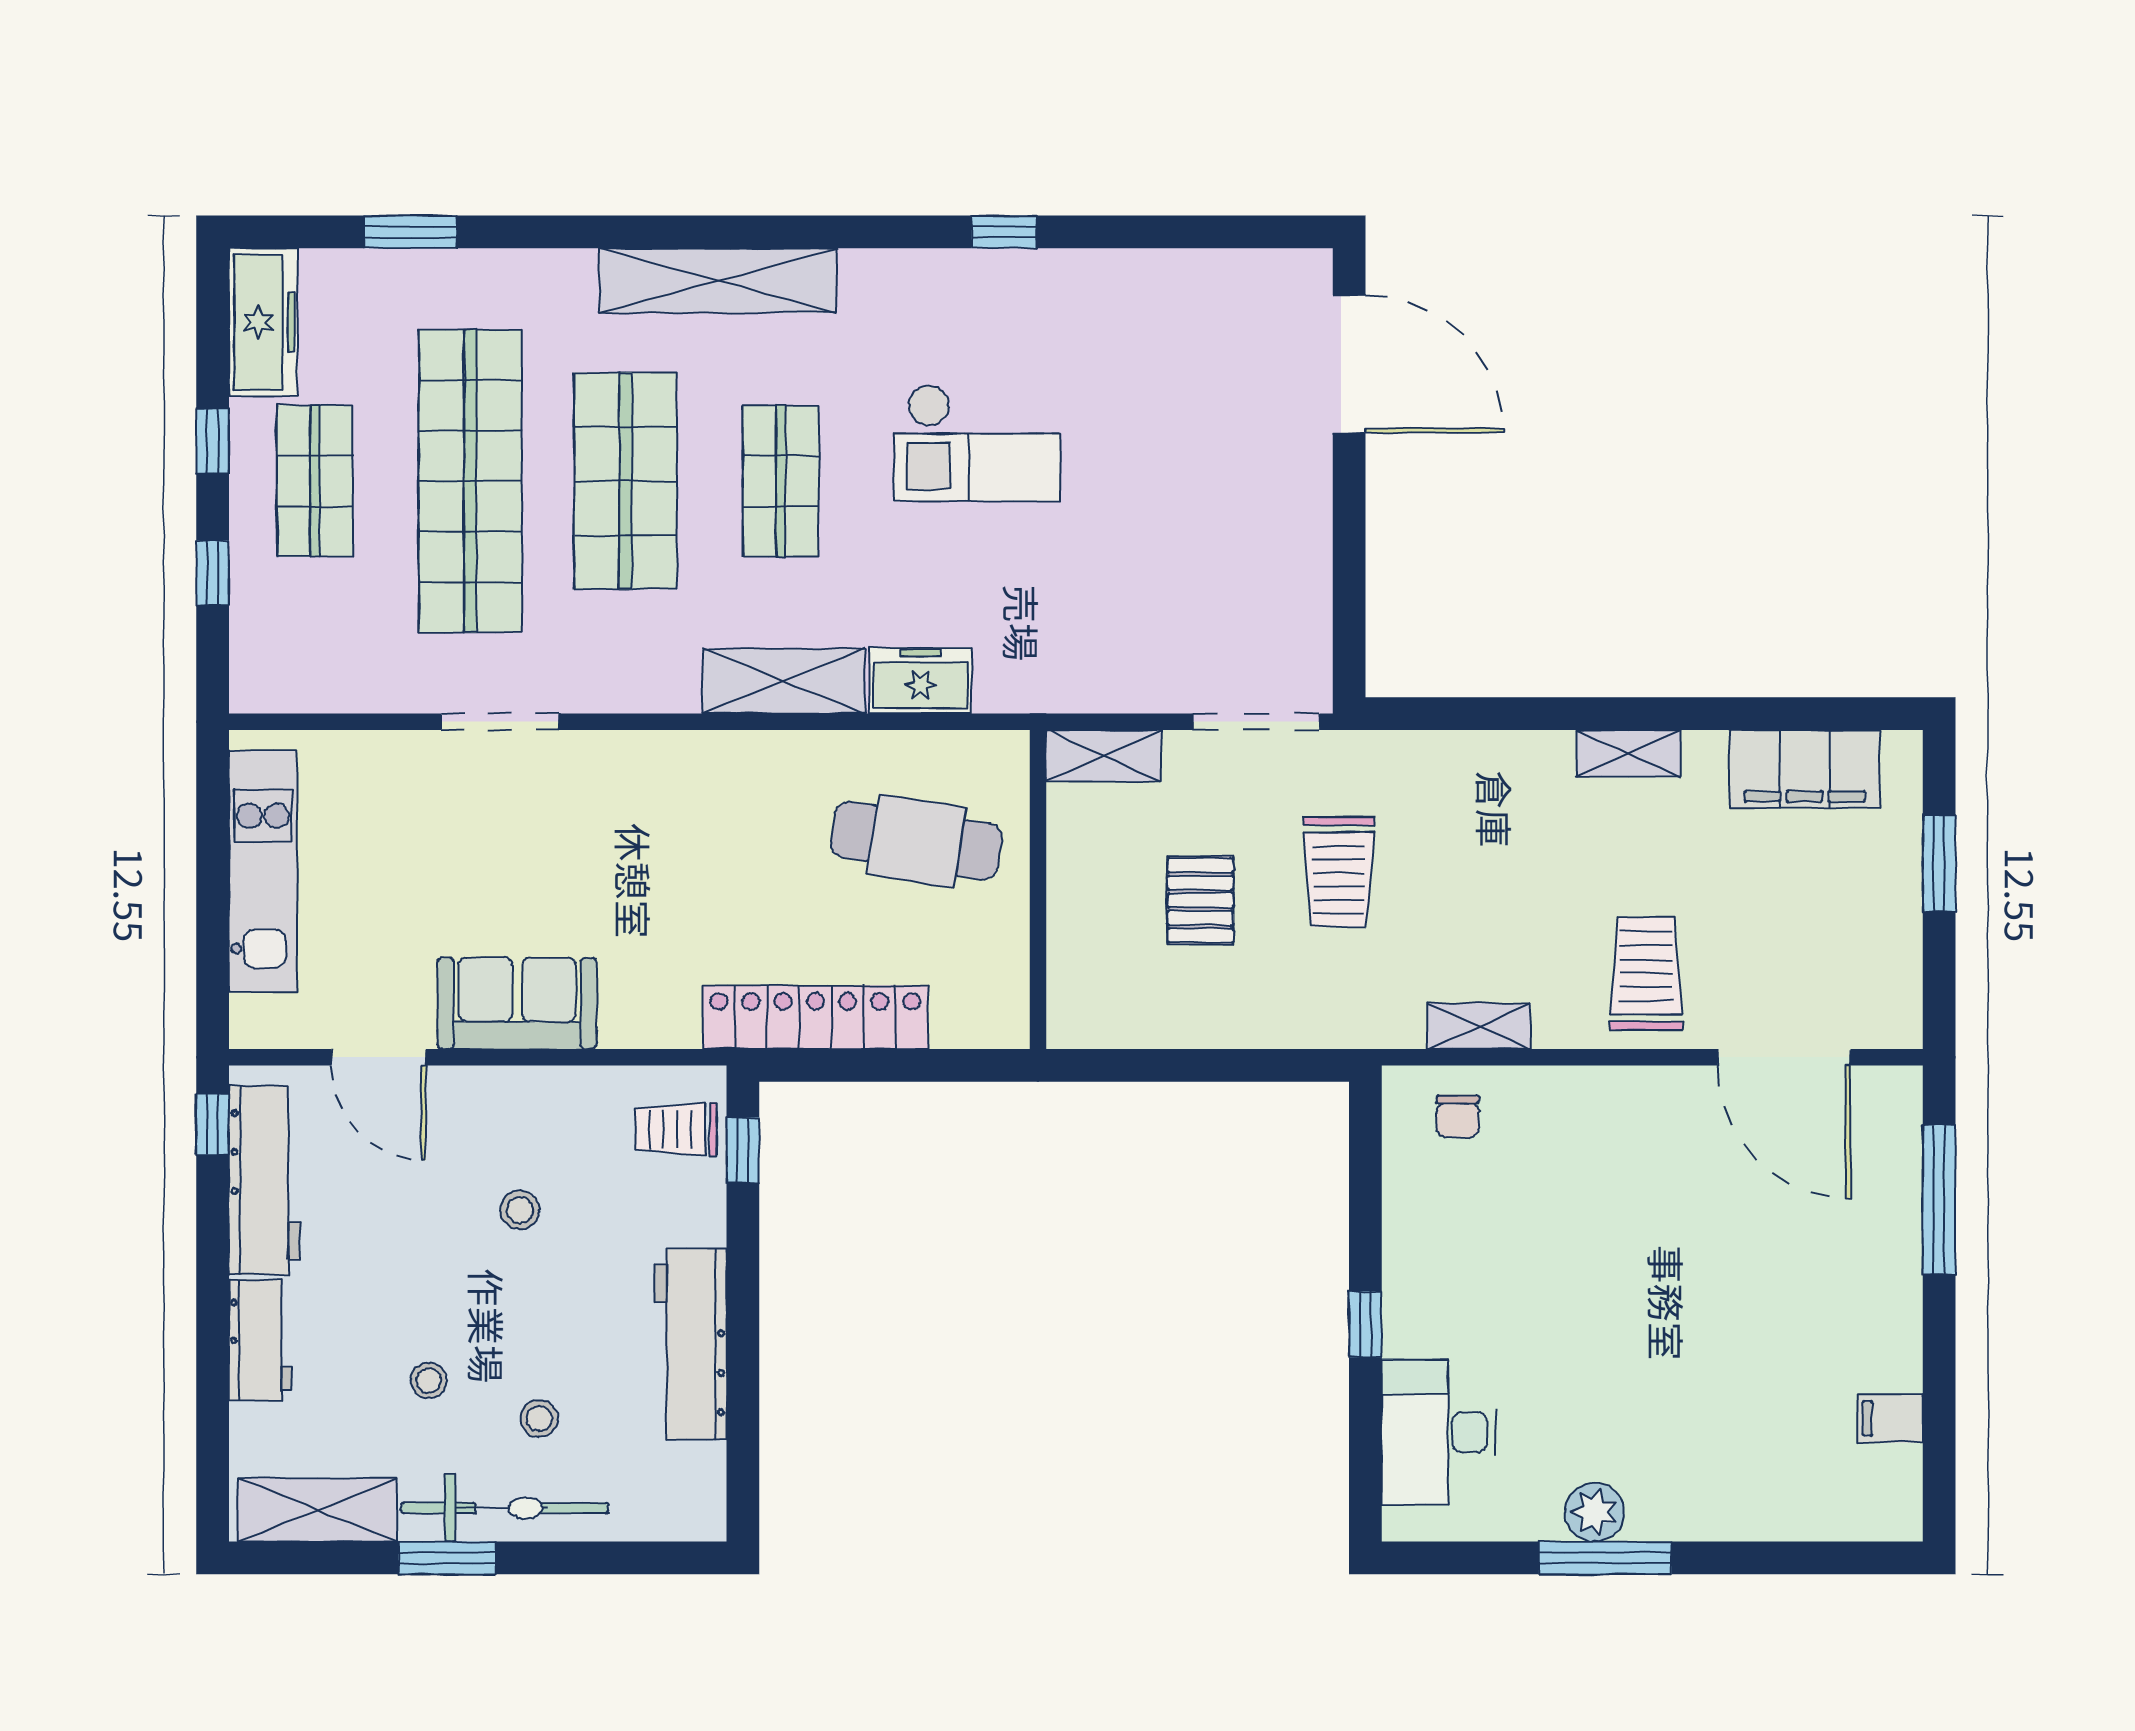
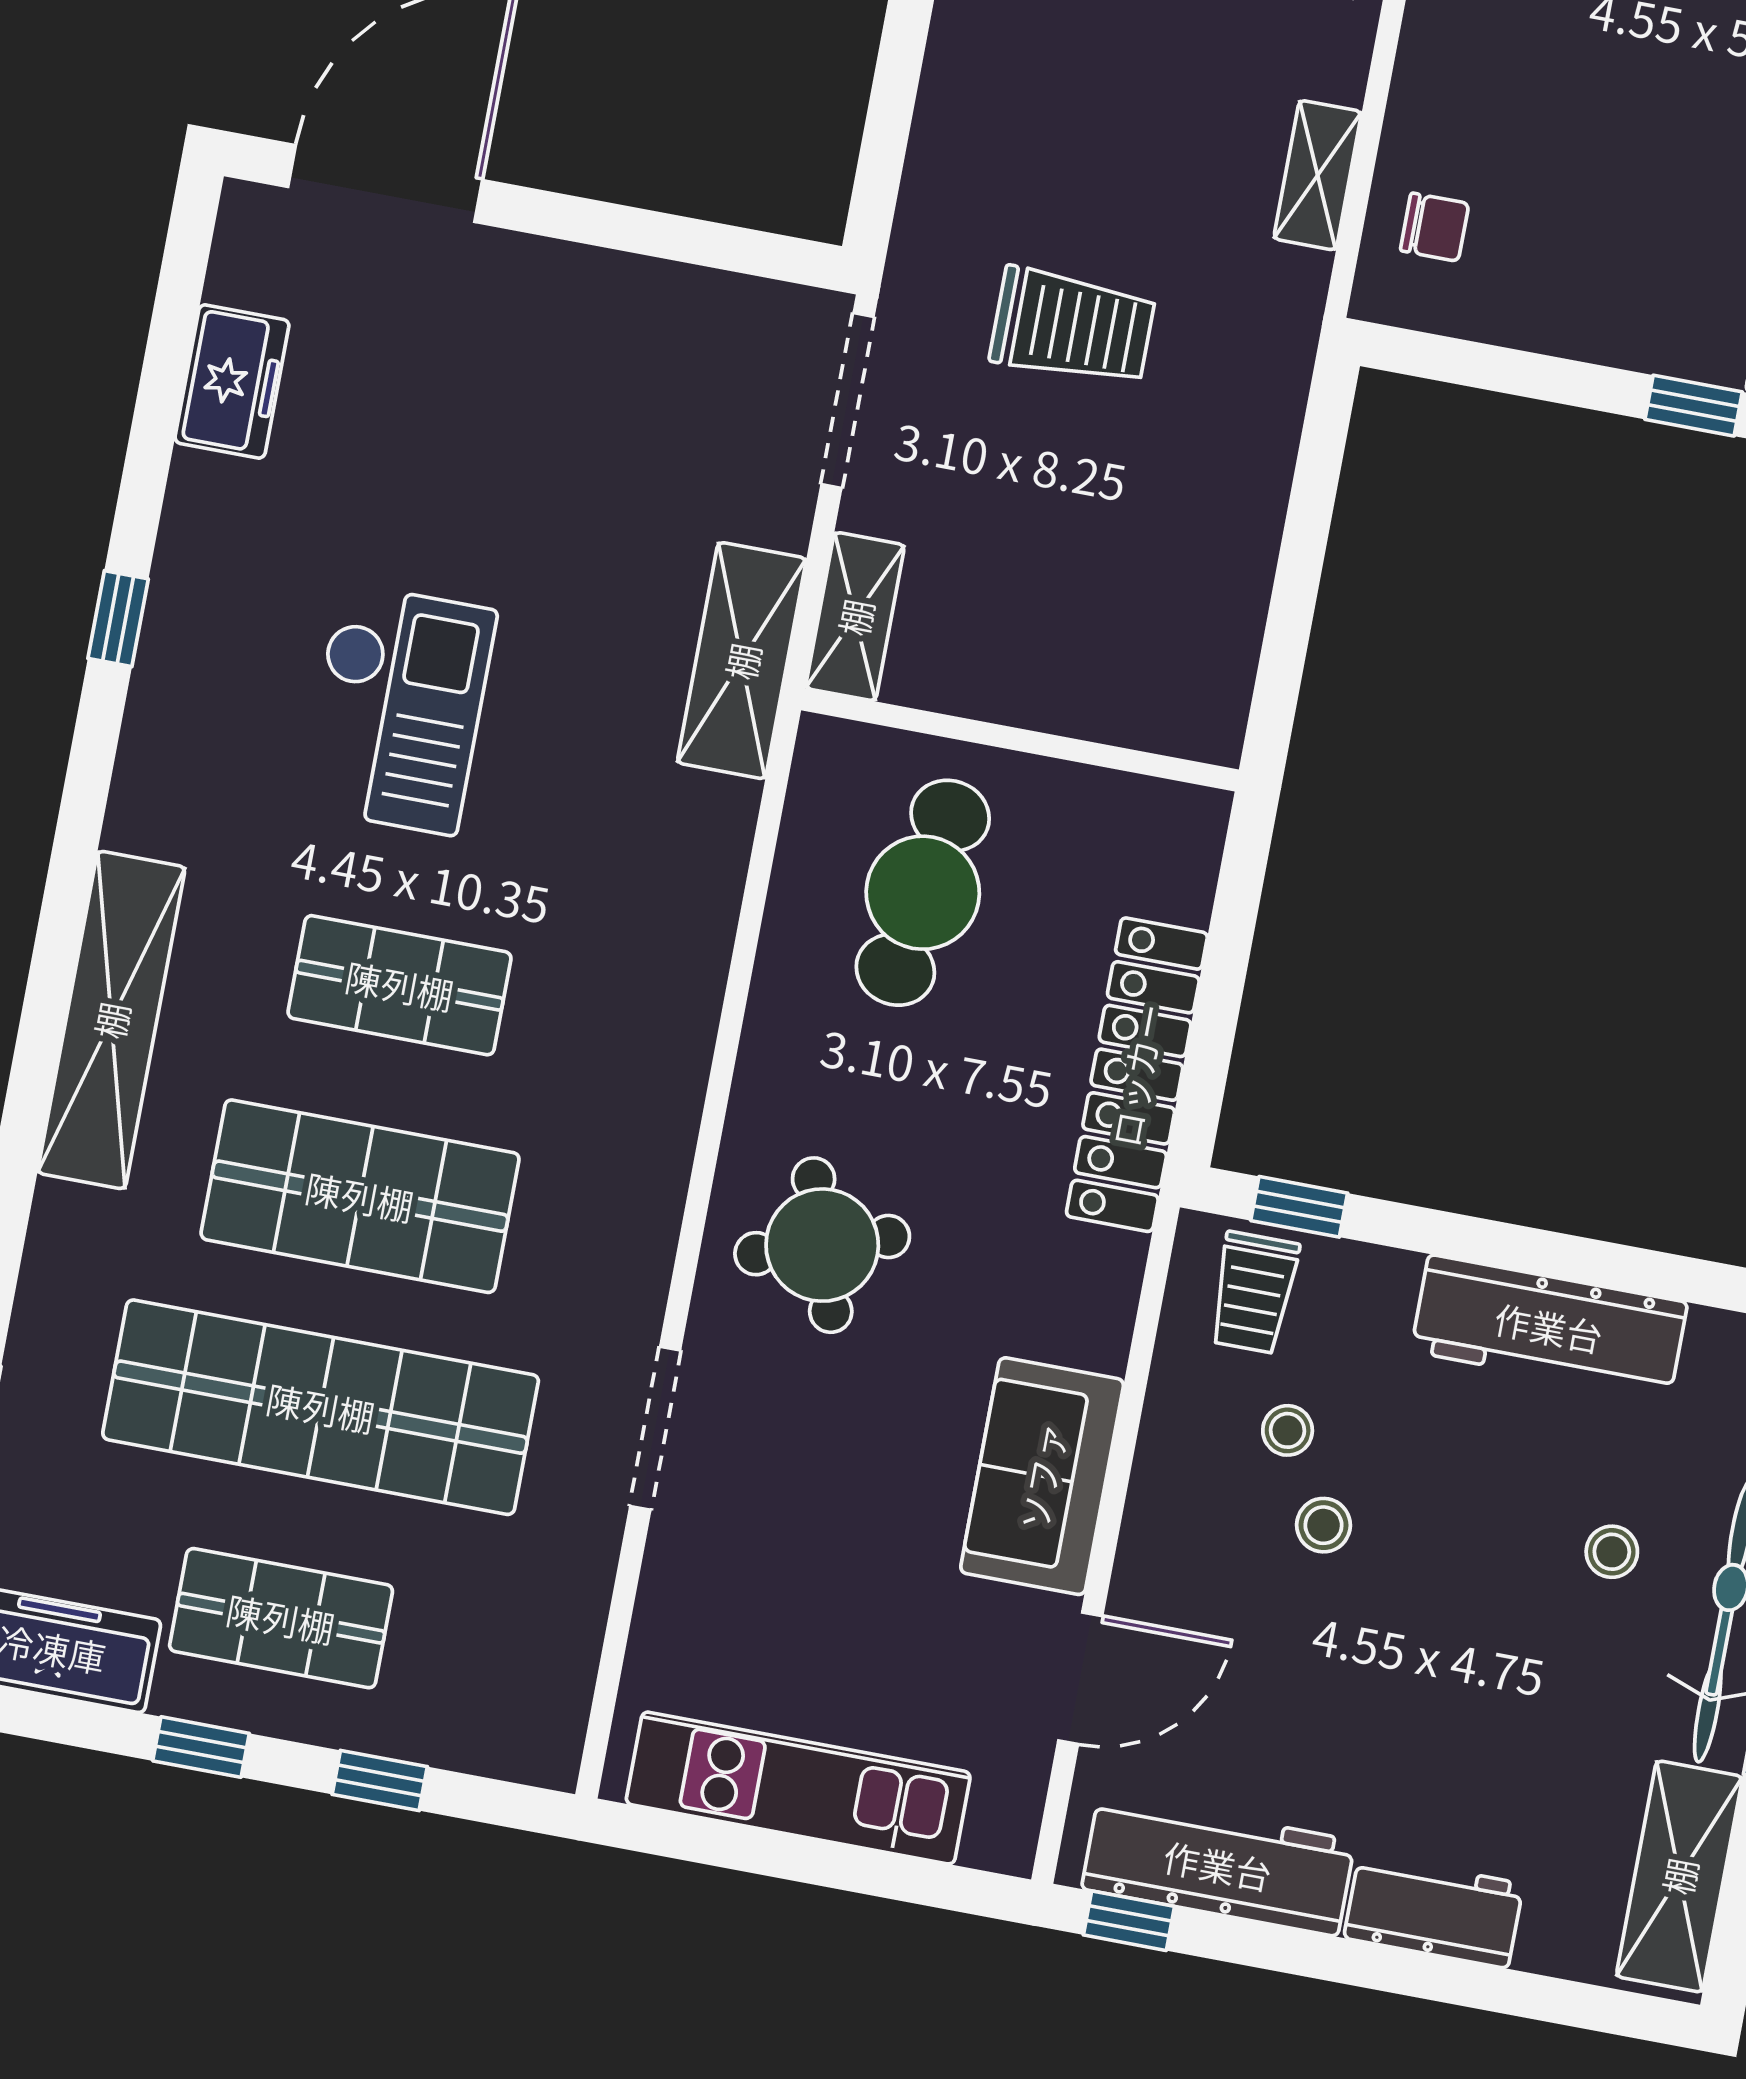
freezer: (920, 680) -> (232, 381), moved, turned 180
shelving: (784, 681) -> (742, 661), moved
round table: (652, 816) -> (822, 1245), added
pallet: (1200, 900) -> (1076, 522), removed
stool: (429, 1381) -> (1288, 1430), moved

